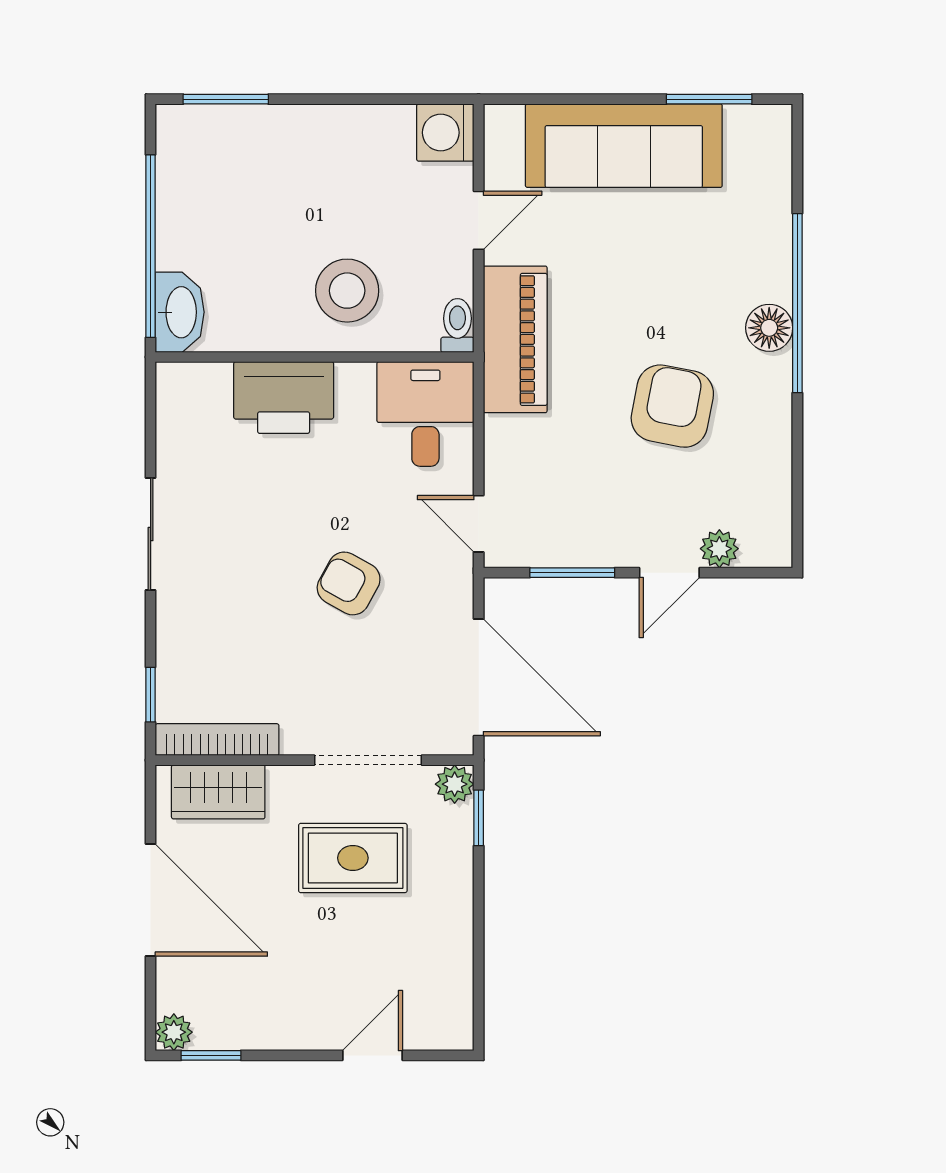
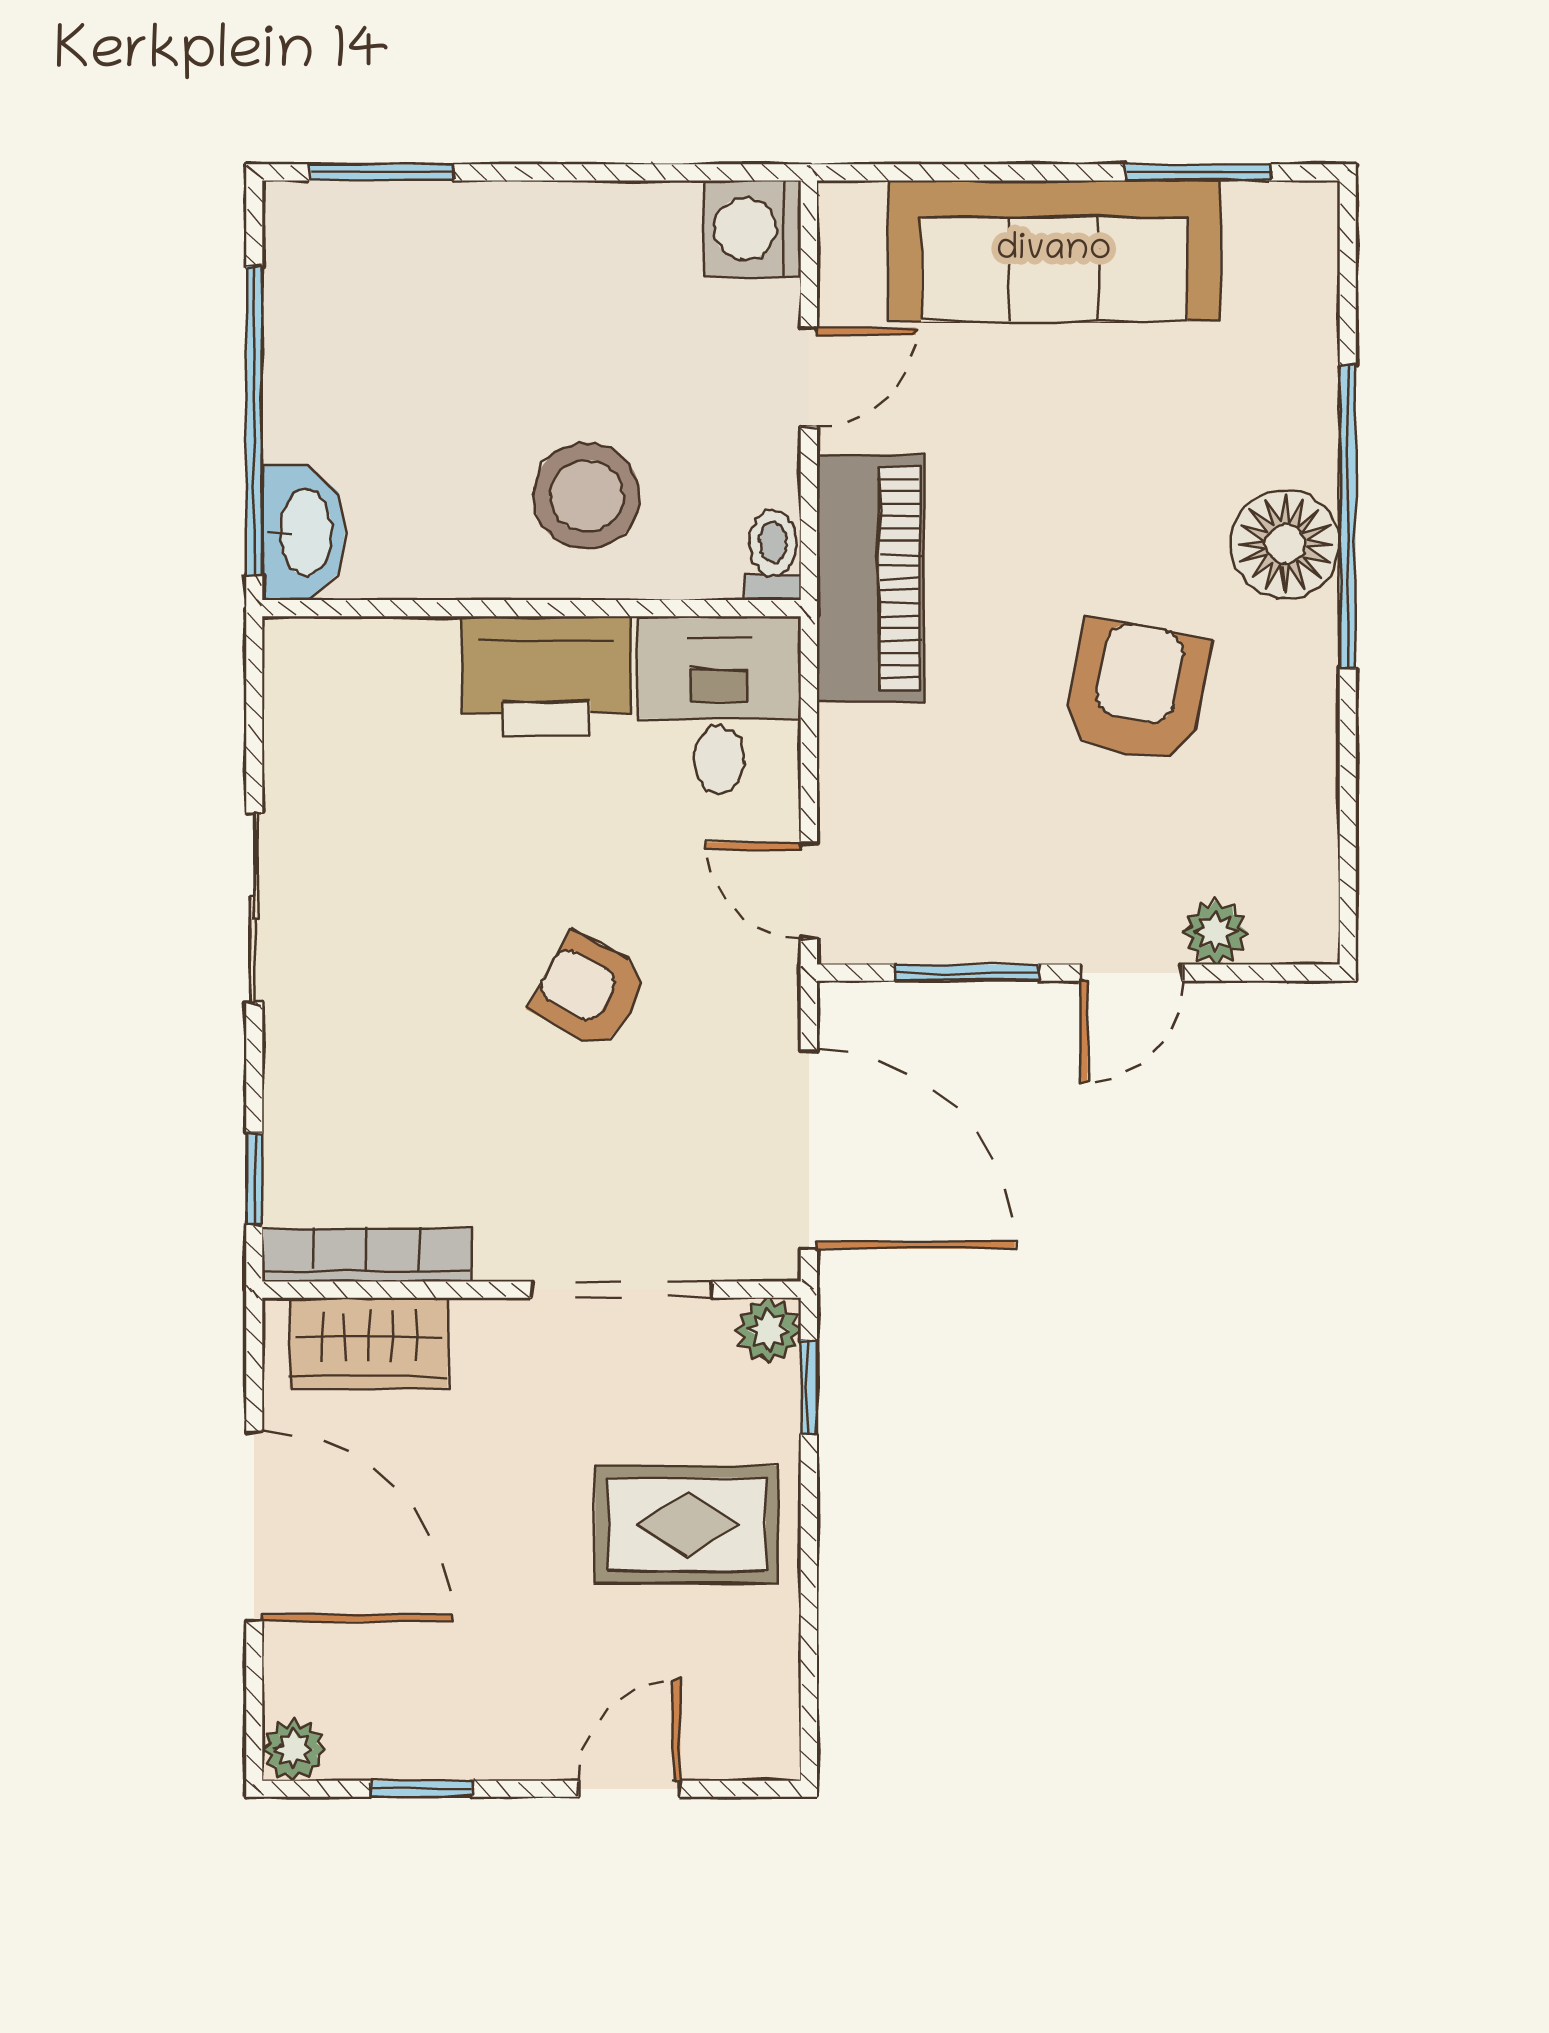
floor lamp: (769, 328) -> (1285, 544), width x1.38, depth x1.38
printer: (284, 398) -> (546, 677), moved
rug: (353, 858) -> (687, 1524), moved
window: (211, 1055) -> (421, 1789), moved

